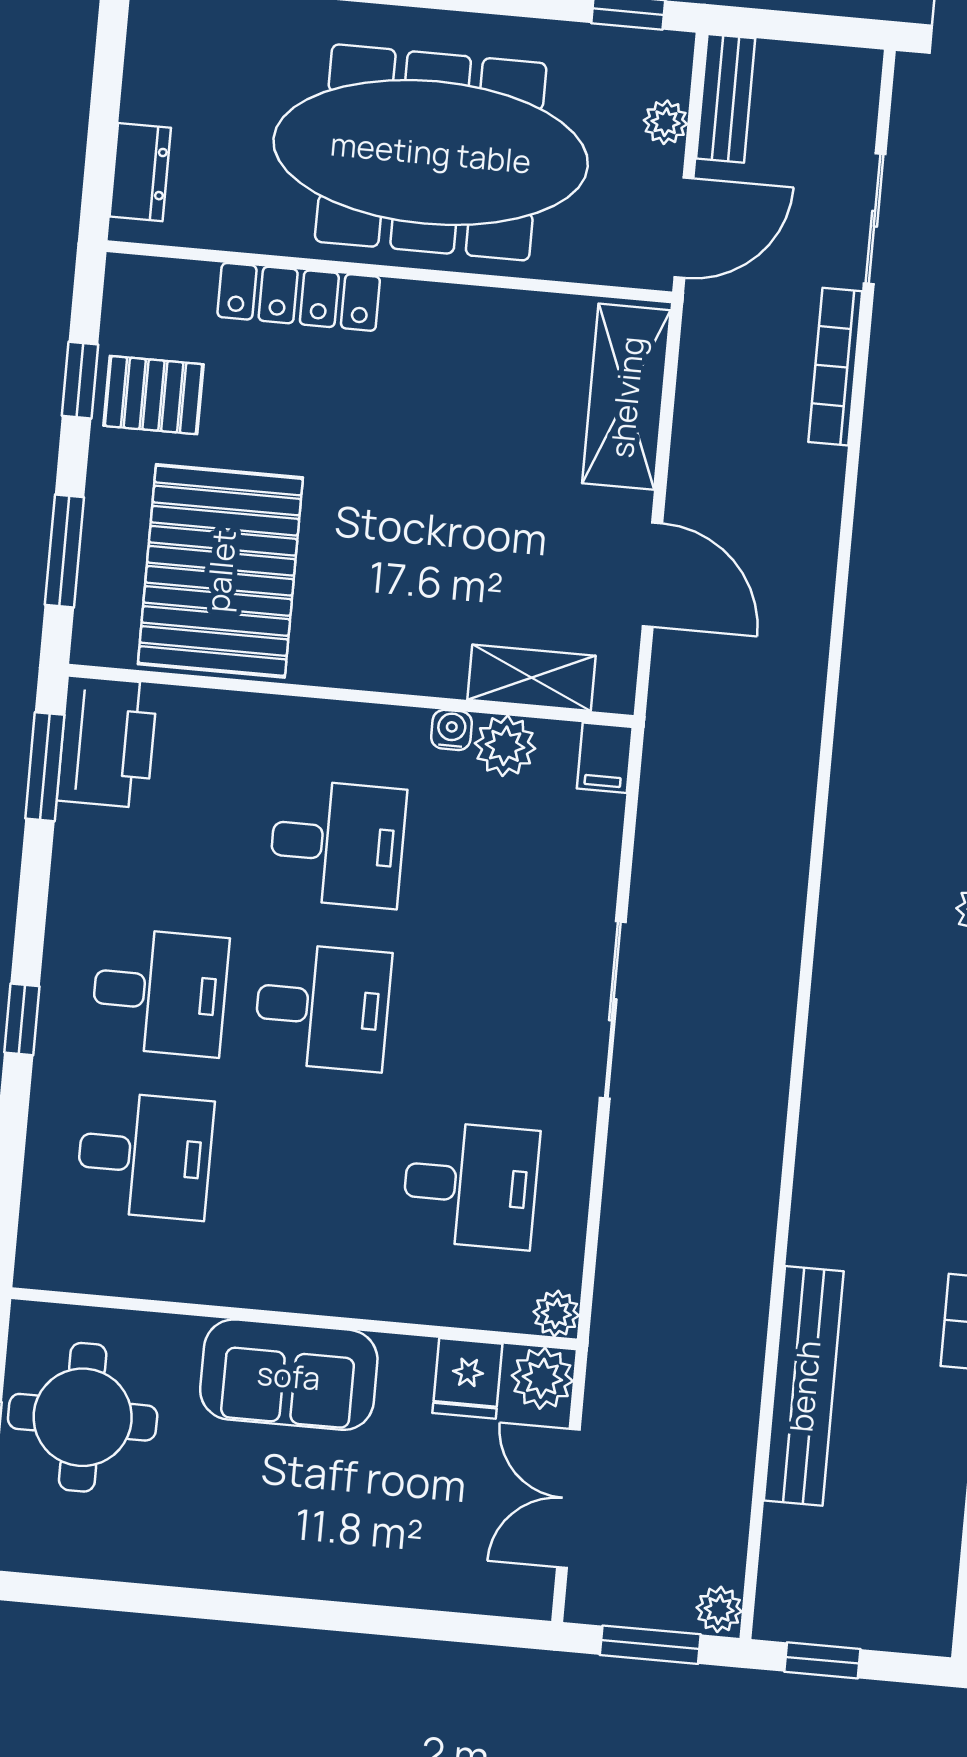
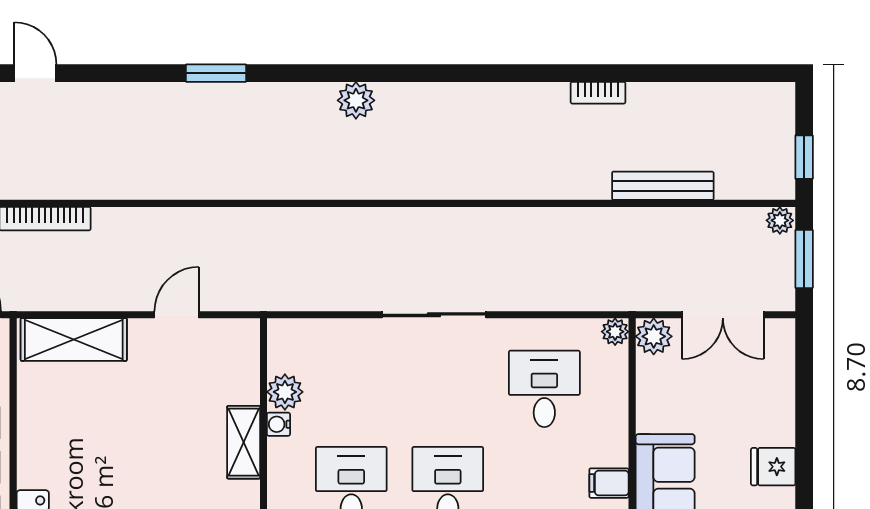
door: (652, 575) -> (177, 315), width x0.73
shelving: (531, 678) -> (244, 442), moved
filing cabinet: (605, 758) -> (609, 483), moved, turned 180
fridge: (467, 1378) -> (773, 467), moved, turned 180
bench: (804, 1386) -> (663, 186), width x0.73, depth x0.82

